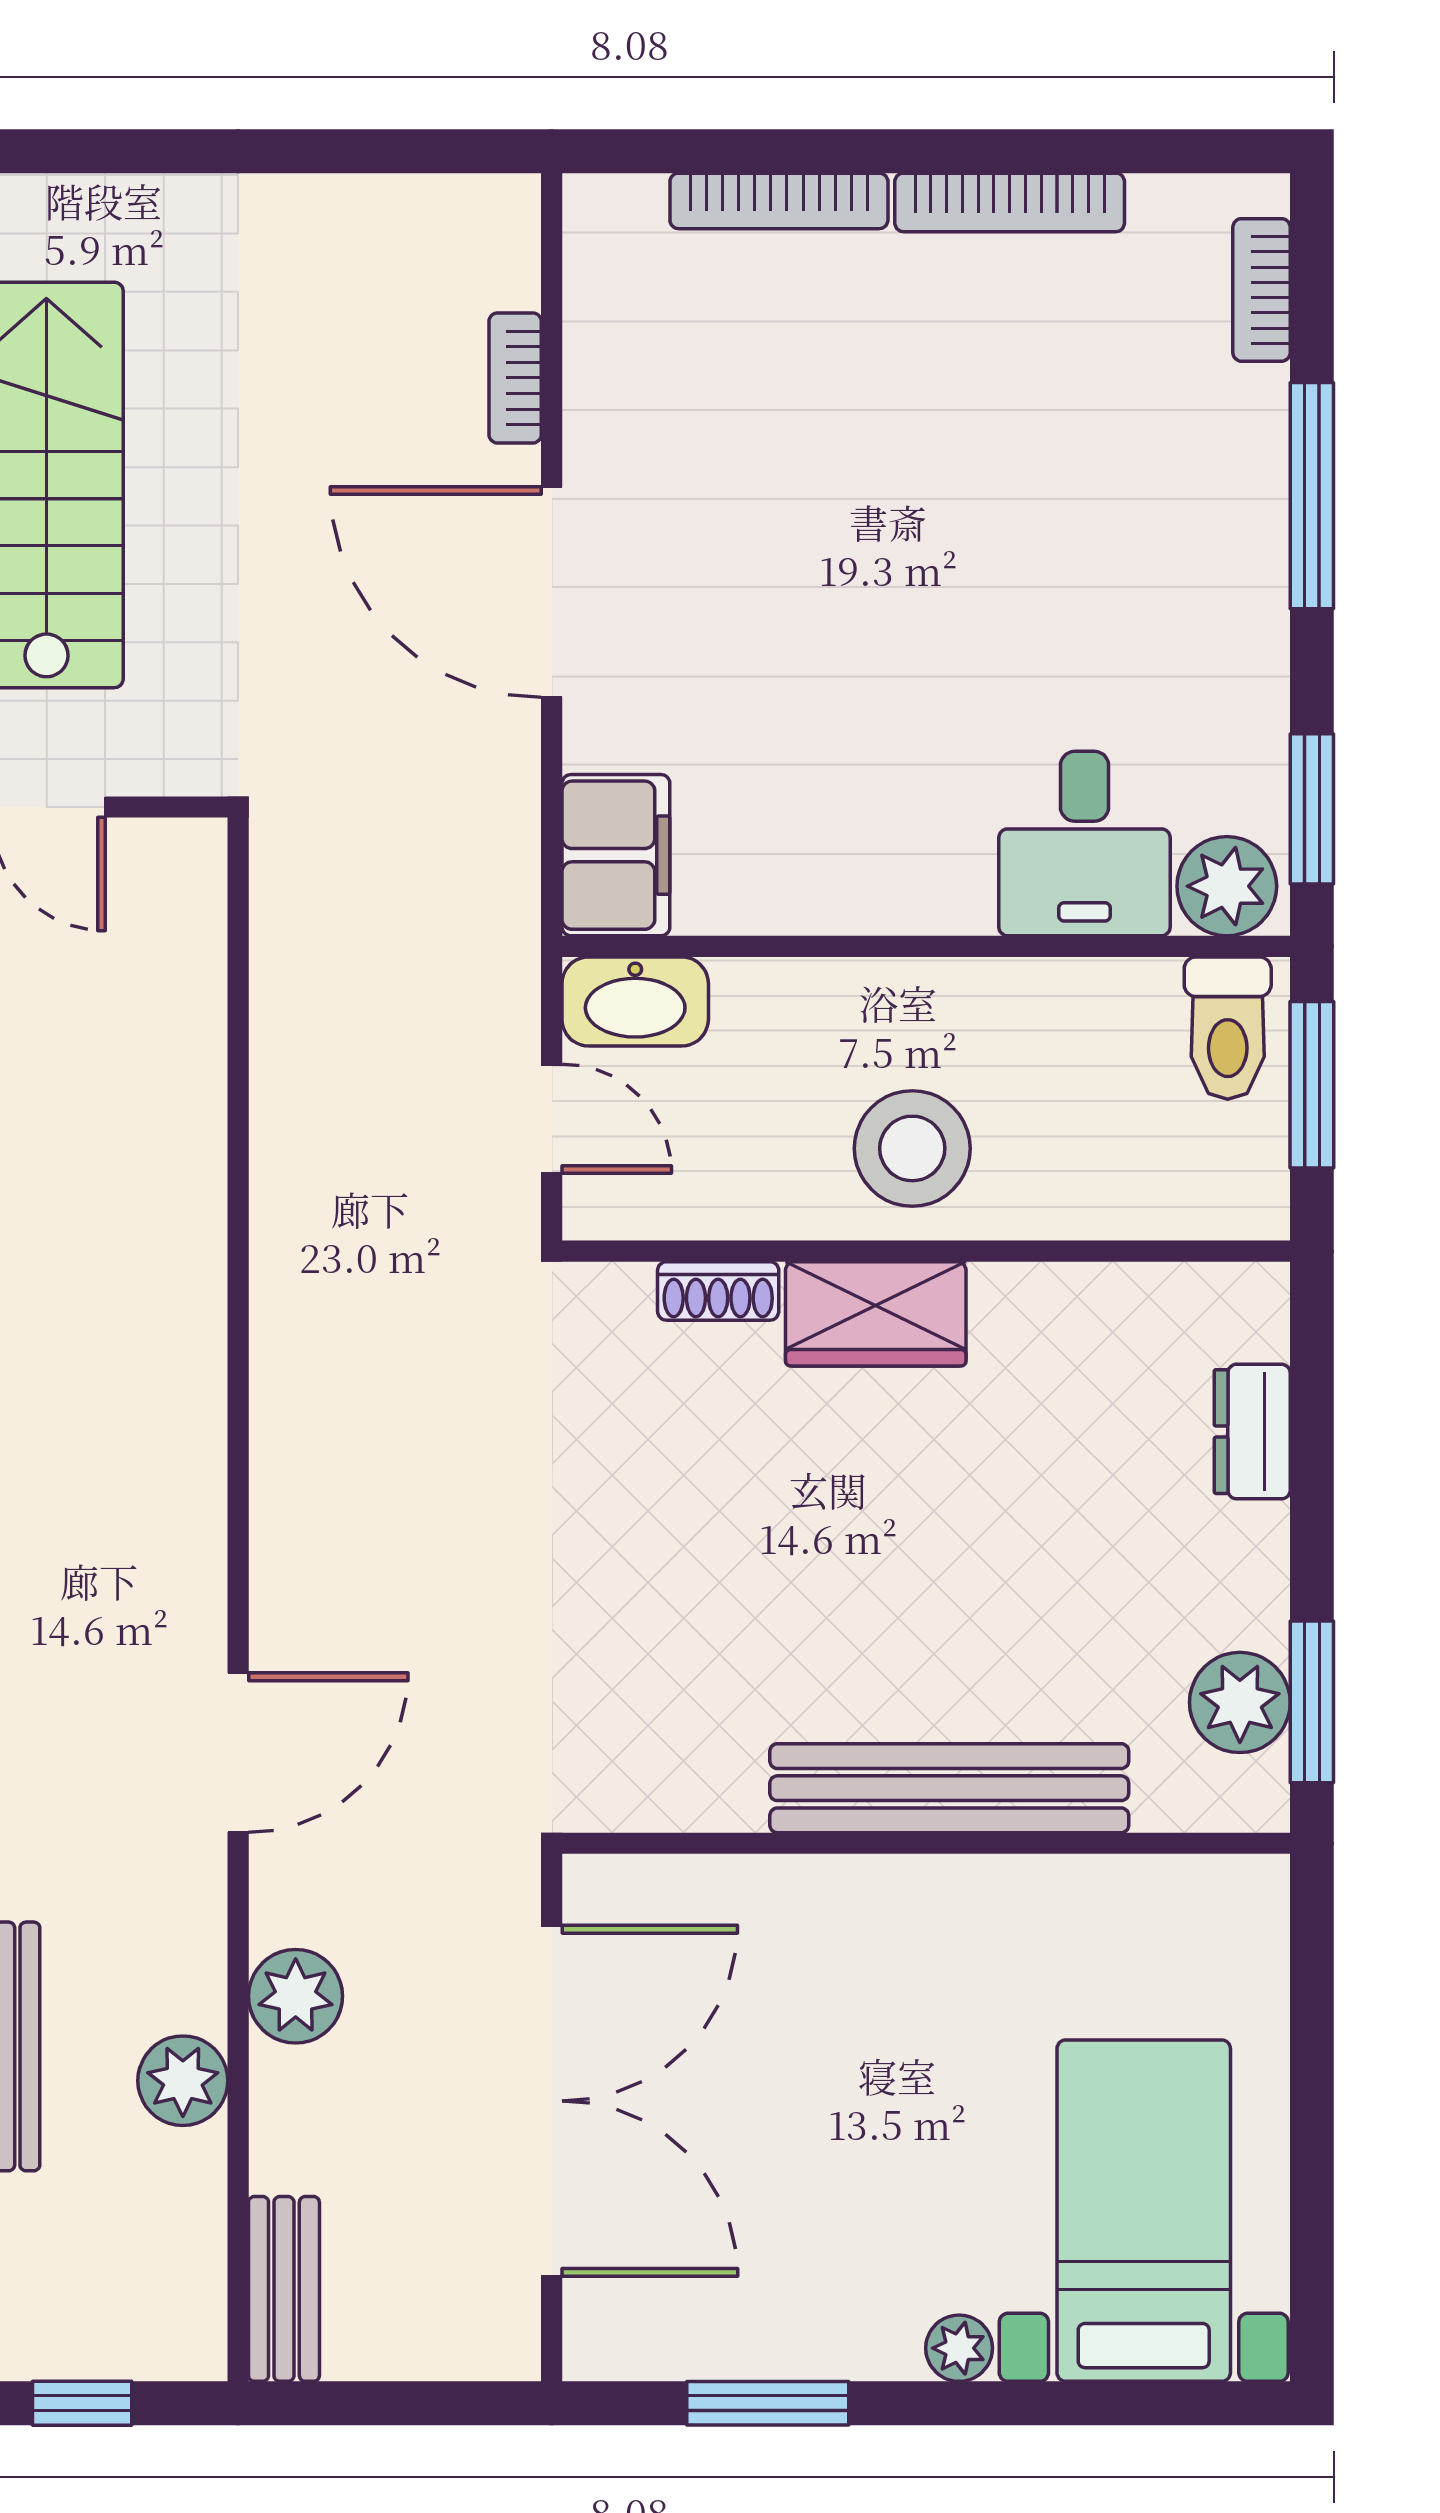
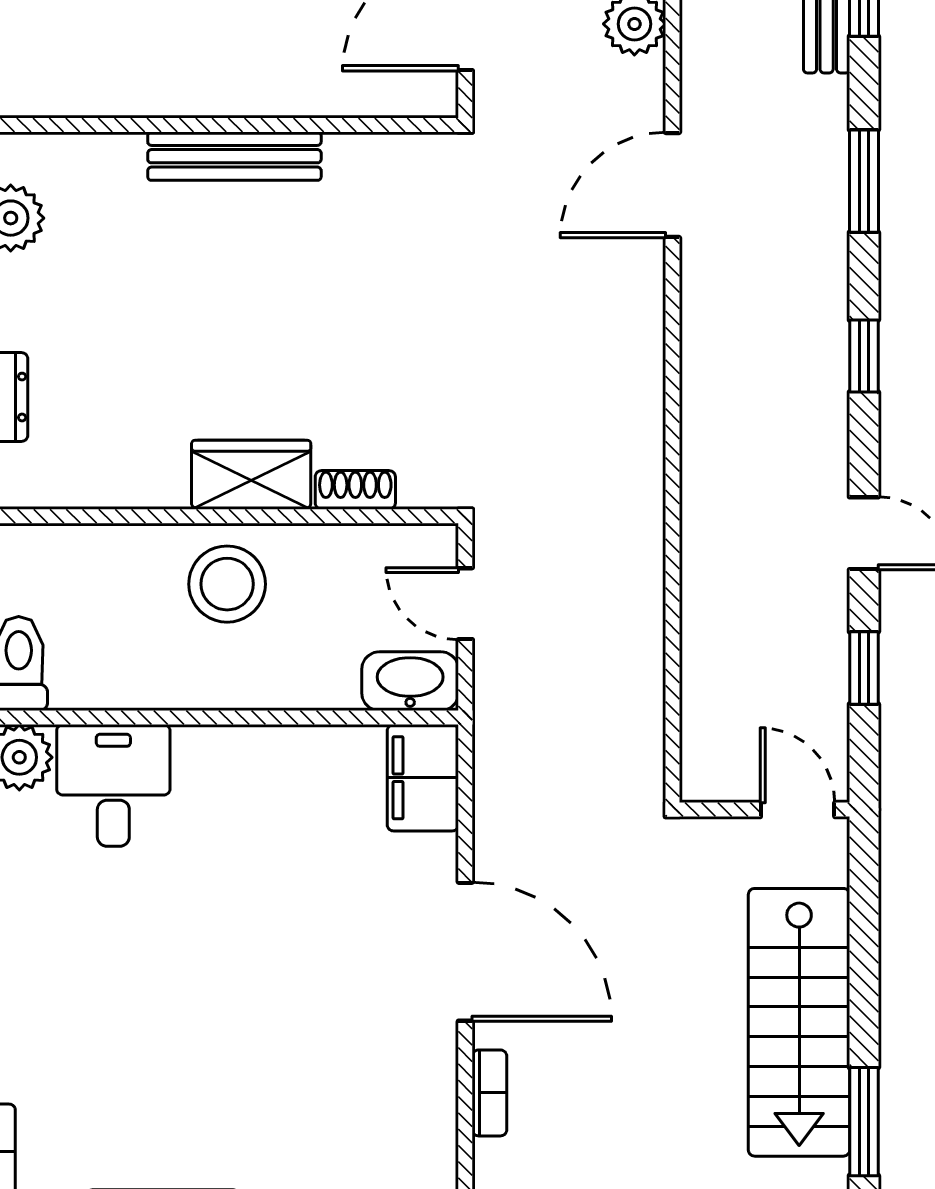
bench: (949, 1788) -> (234, 156), width x0.73, depth x0.82

